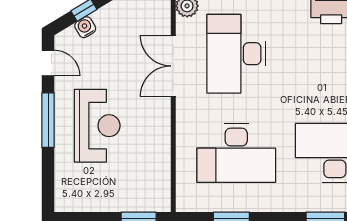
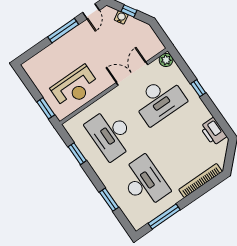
desk: (236, 54) -> (159, 100), turned 180
reception desk: (97, 126) -> (75, 87), moved

